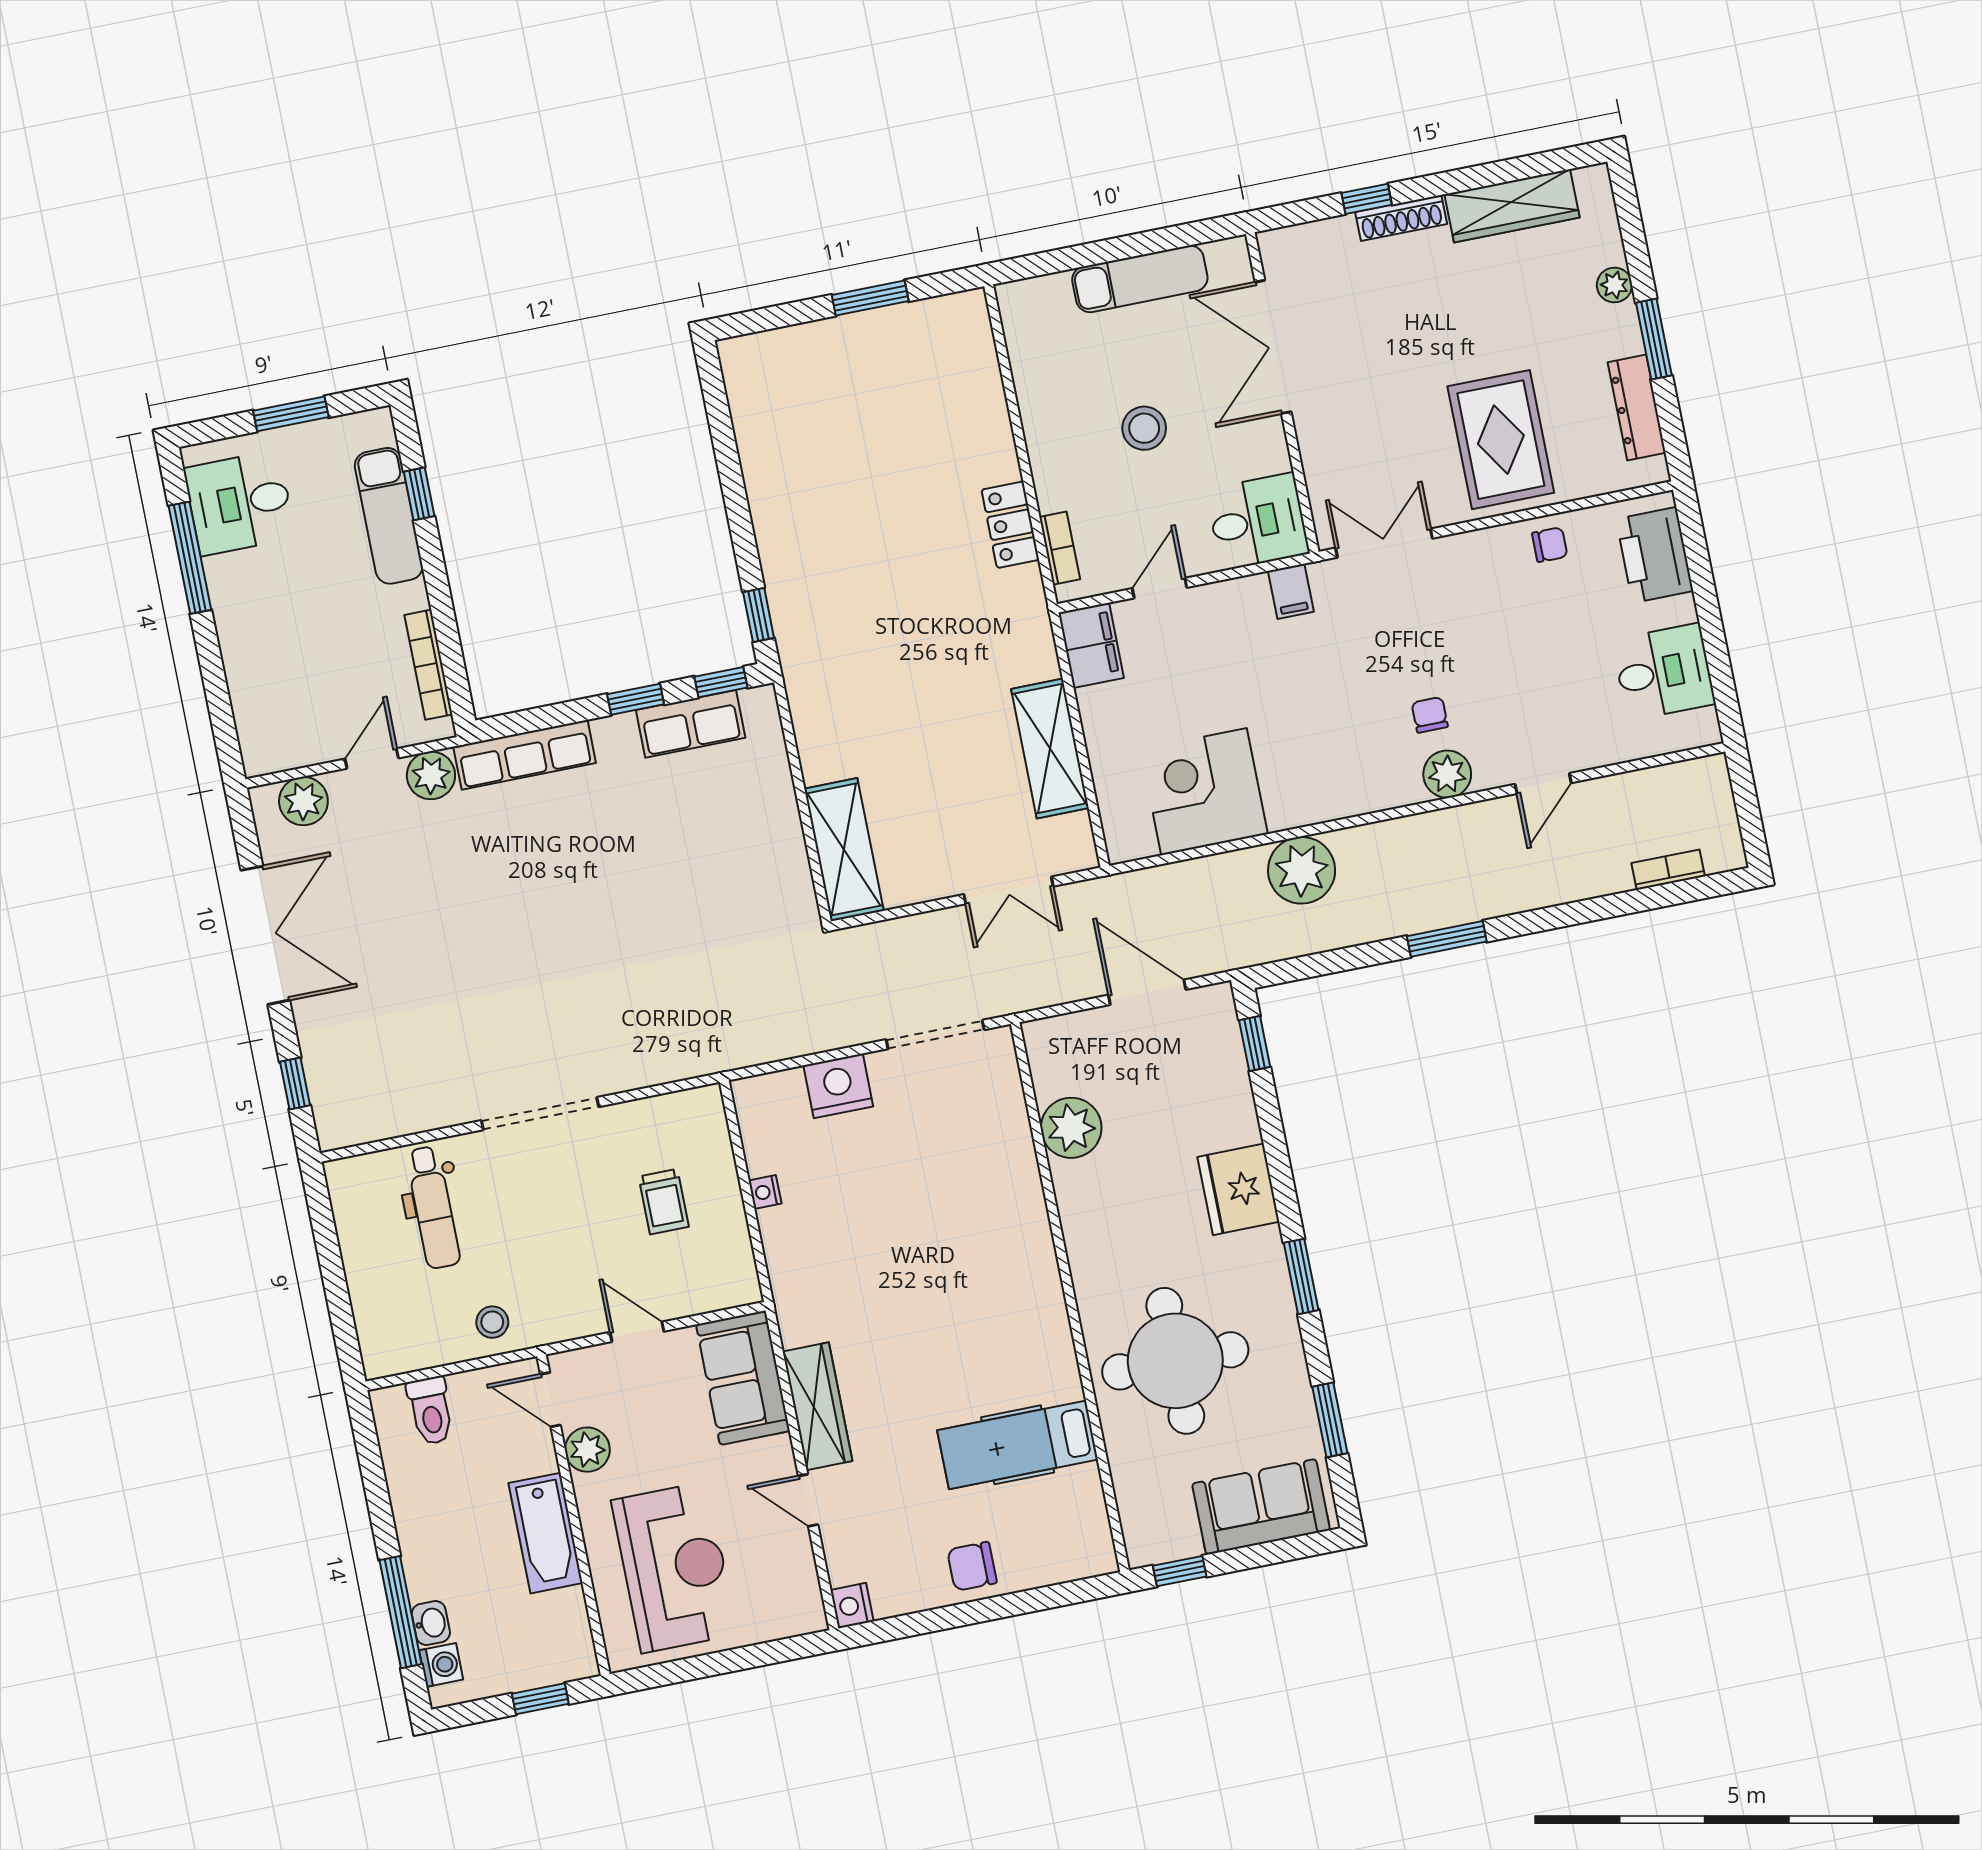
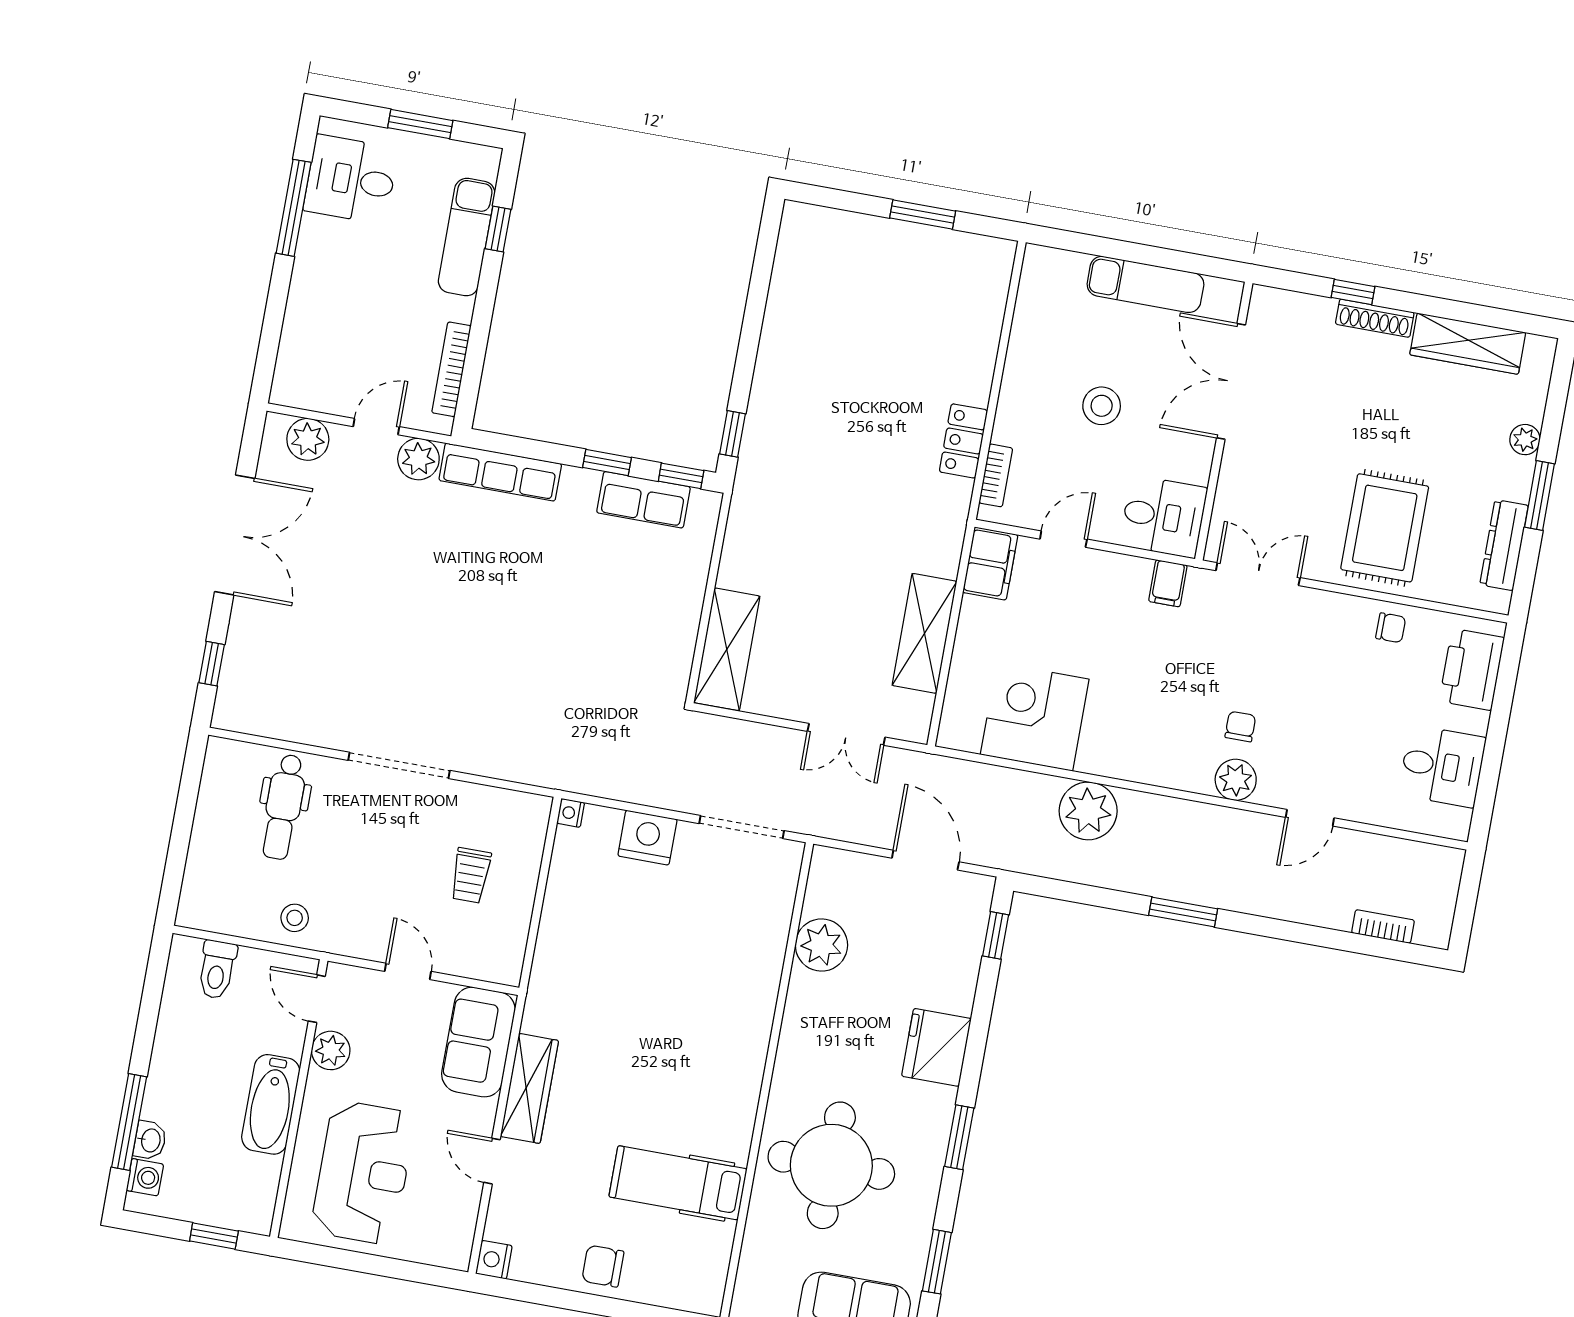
nightstand: (765, 1192) -> (571, 813), moved

